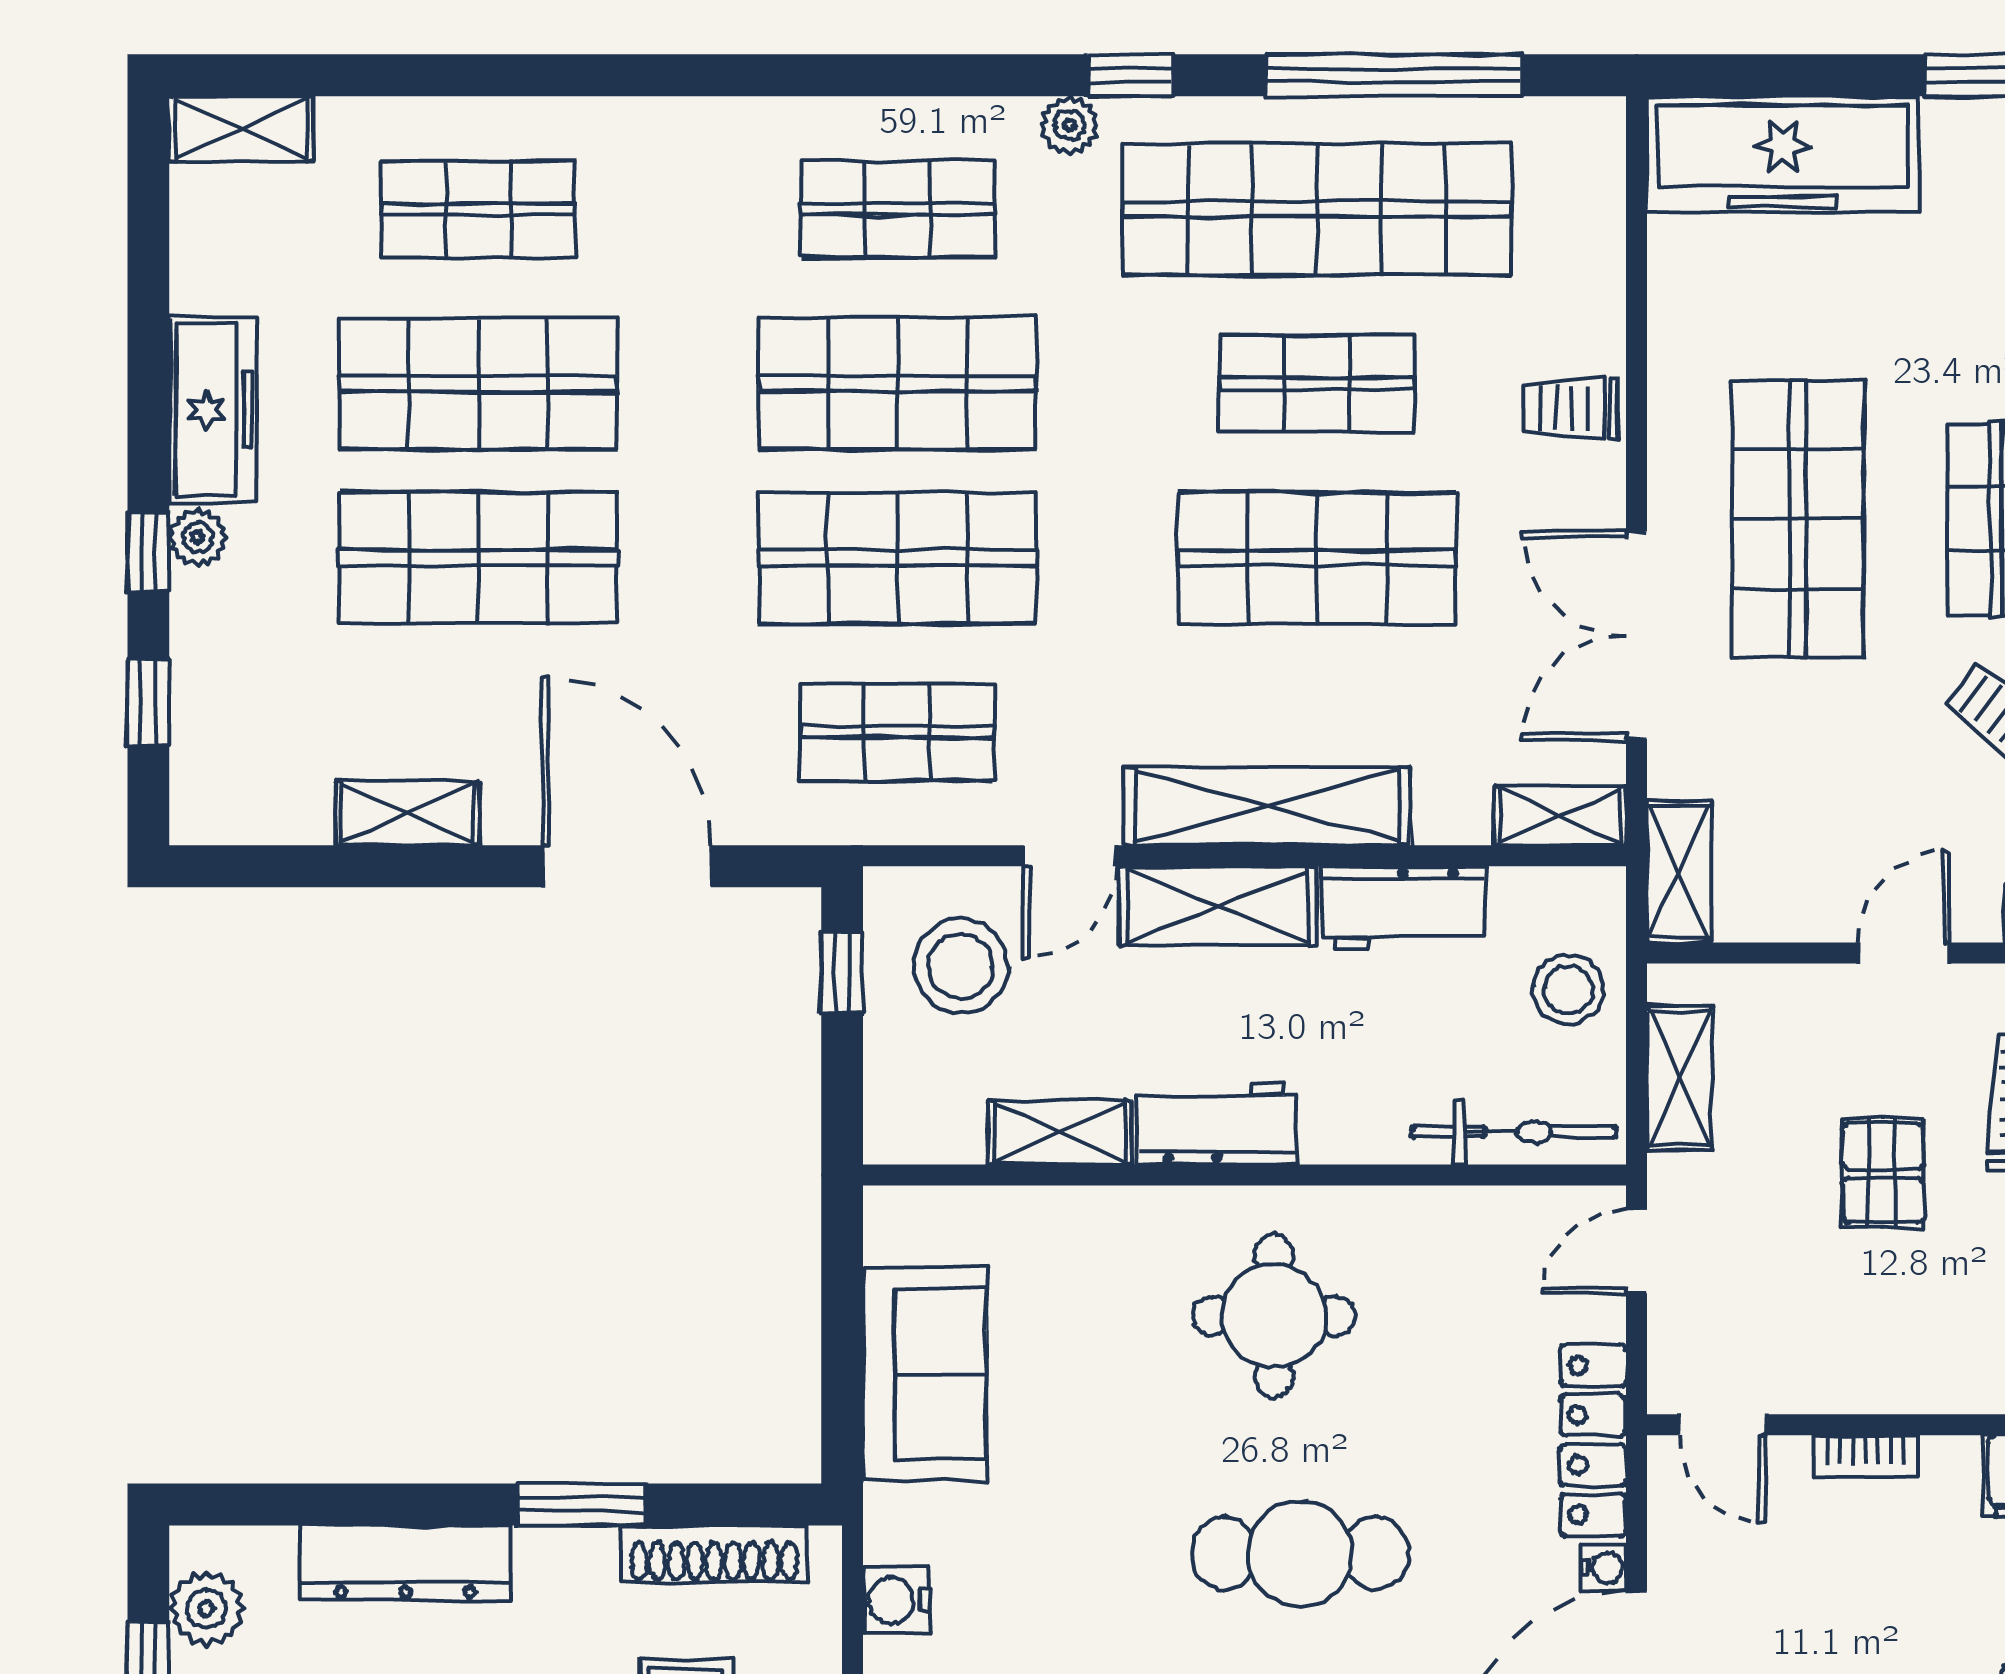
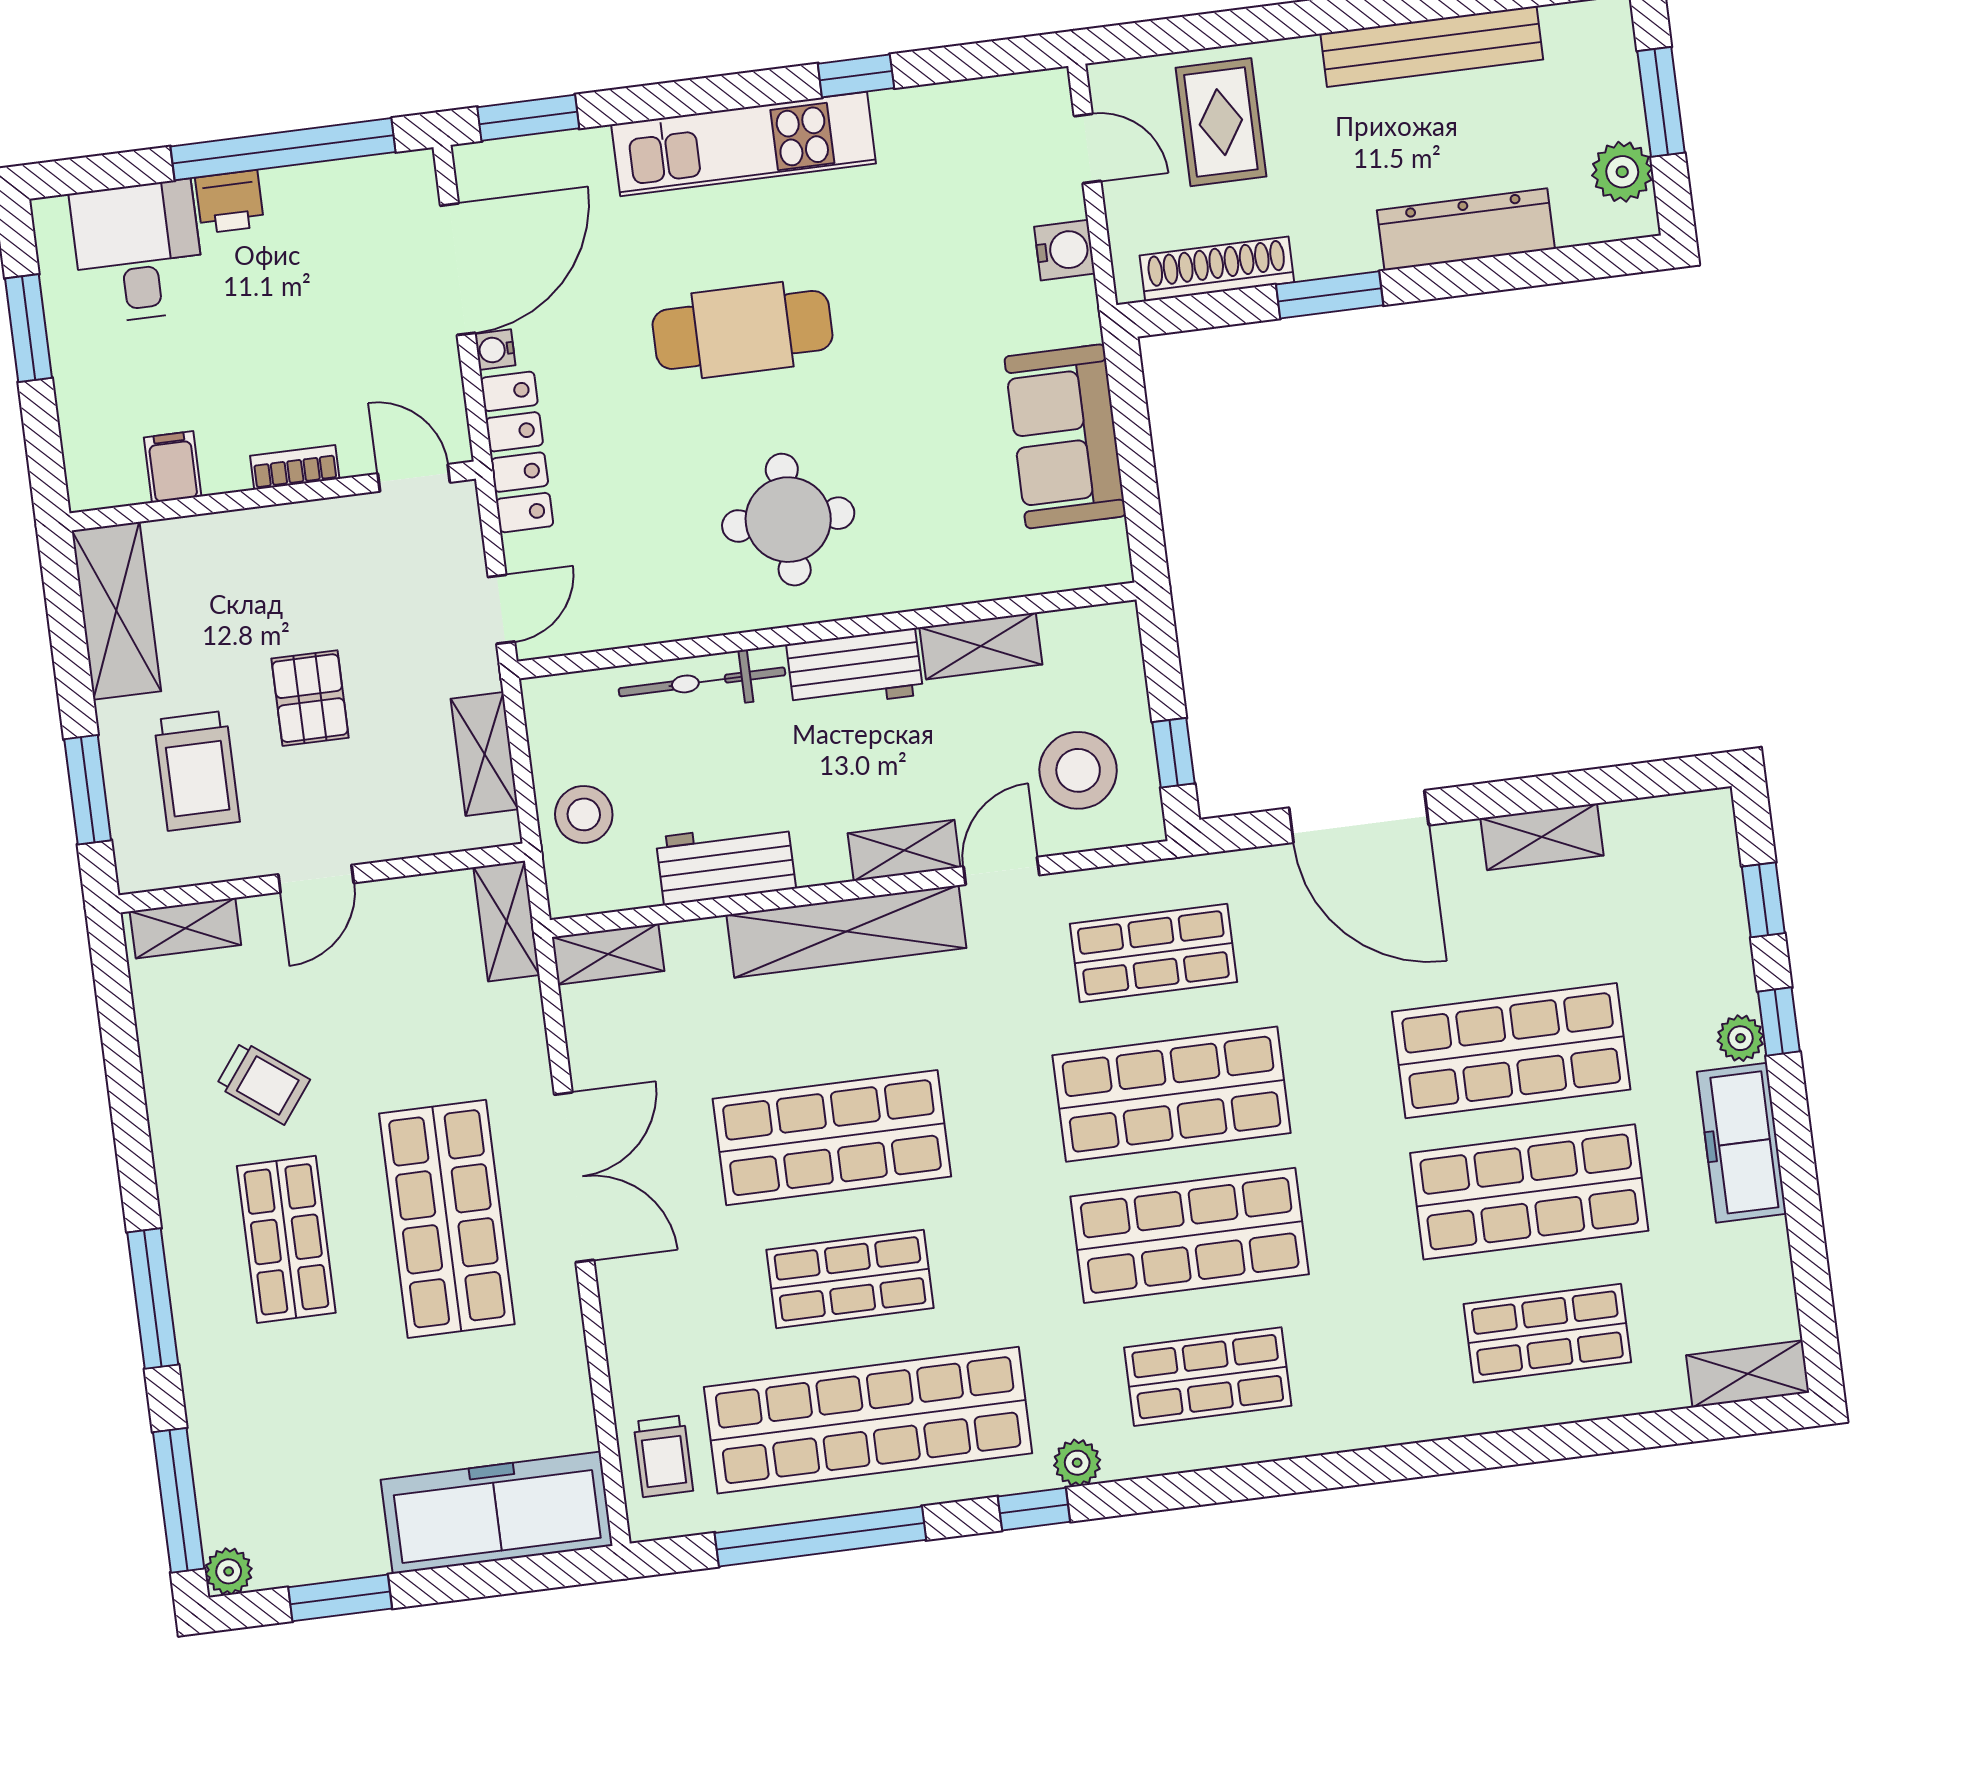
trolley: (1570, 409) -> (663, 1456), moved, turned 90
double door: (1637, 635) -> (574, 1177), moved
shelving: (1218, 906) -> (904, 850), width x0.67, depth x0.75
bicycle: (1514, 1132) -> (702, 682), moved

